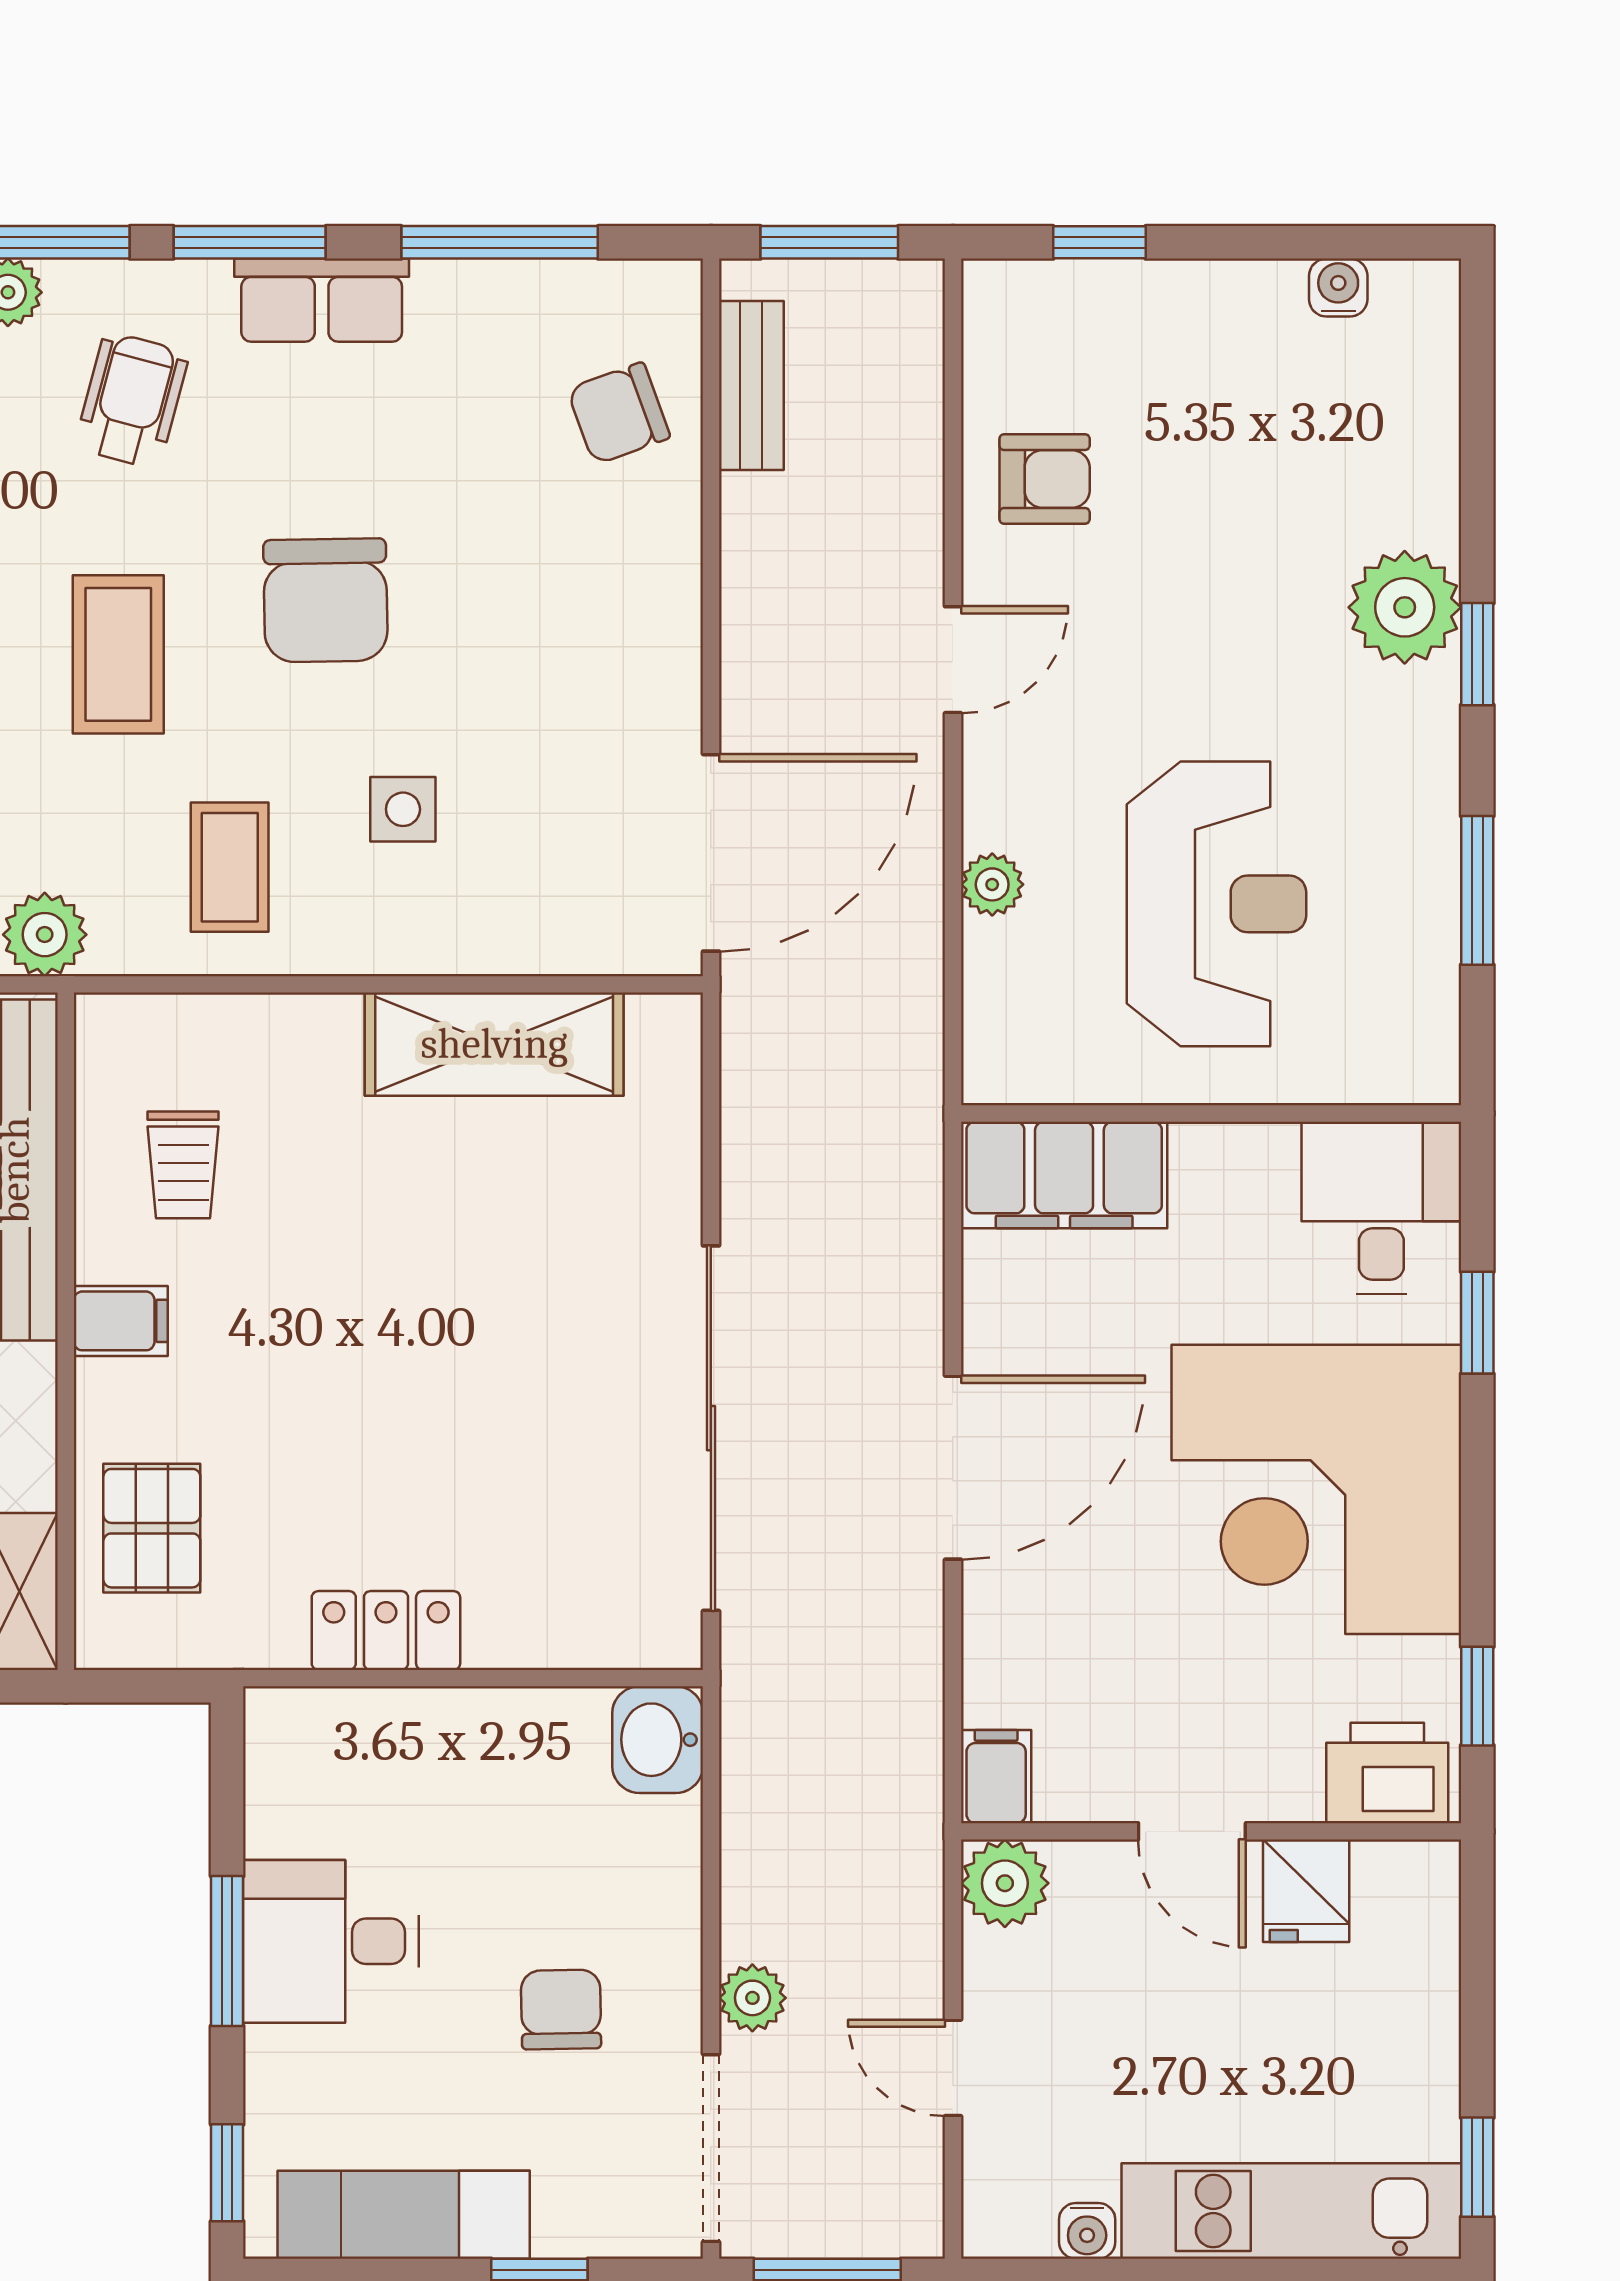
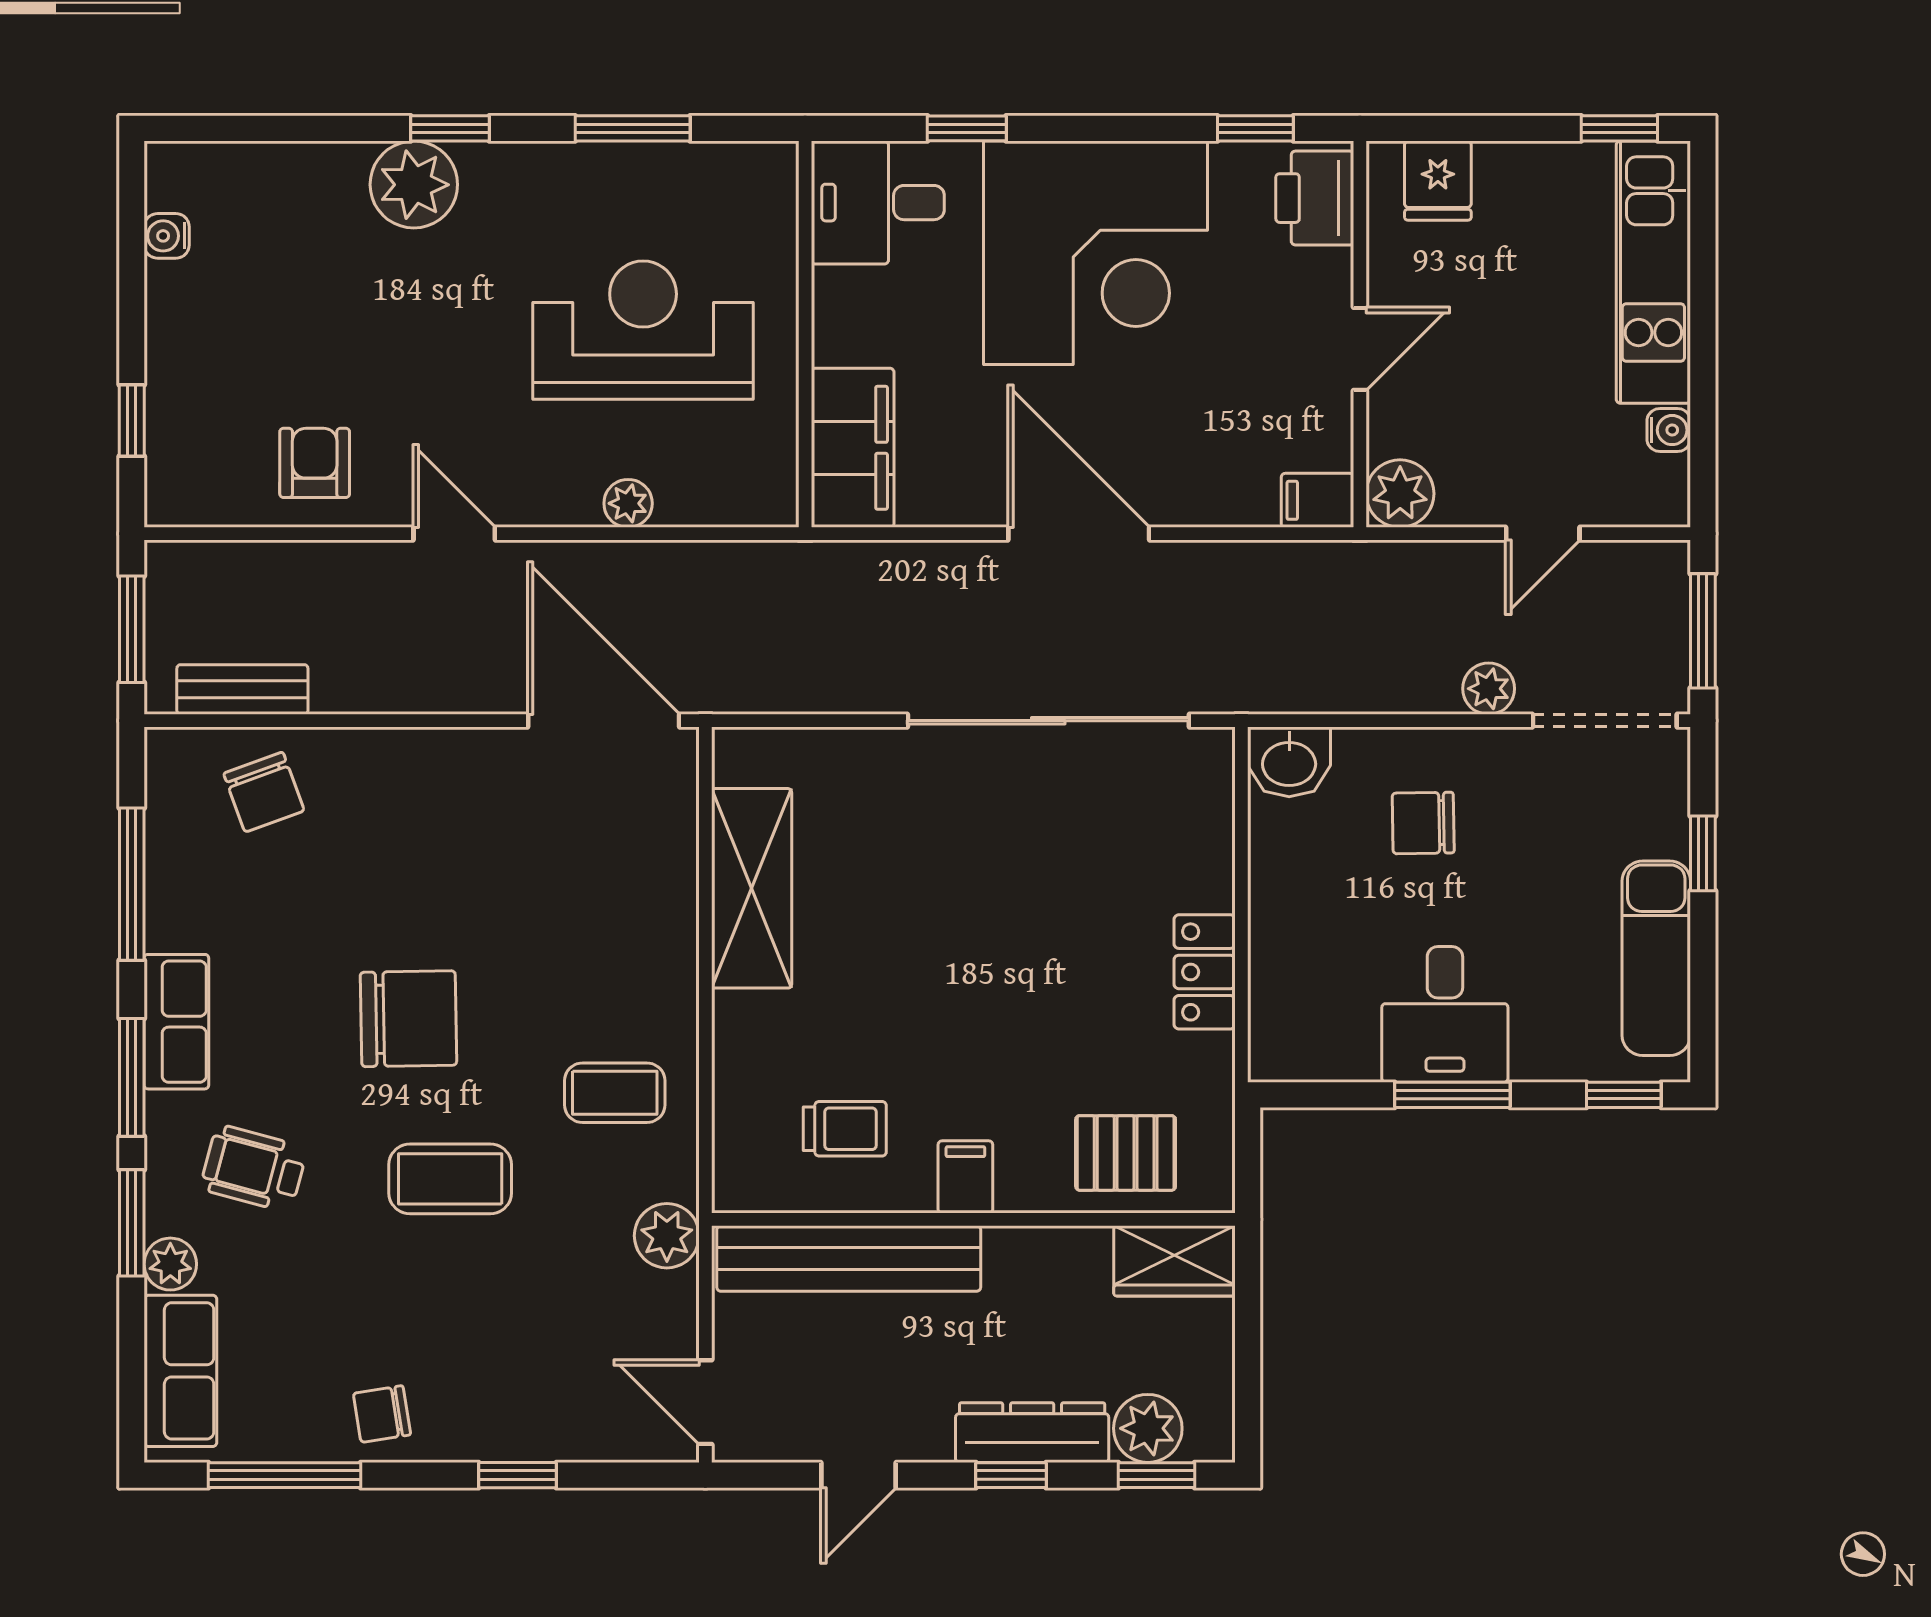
side table: (403, 809) -> (570, 959), removed
fridge: (1306, 1891) -> (1438, 181), moved, turned 90
chair: (561, 2010) -> (1423, 823), moved

